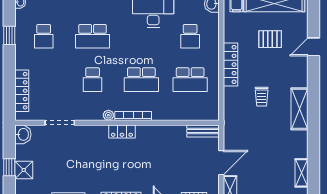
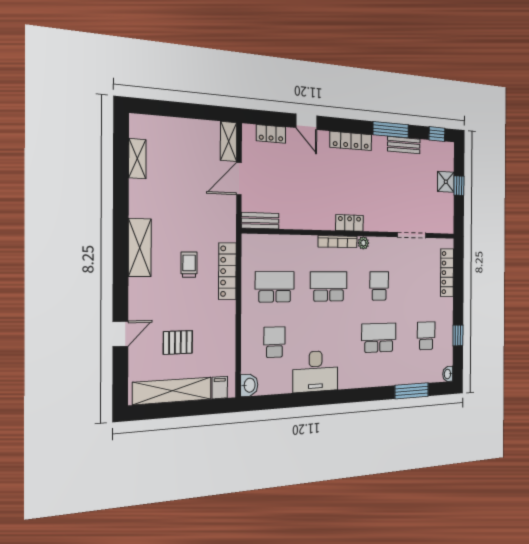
locker: (230, 65) -> (227, 271), moved
washbasin: (23, 134) -> (446, 223), removed

